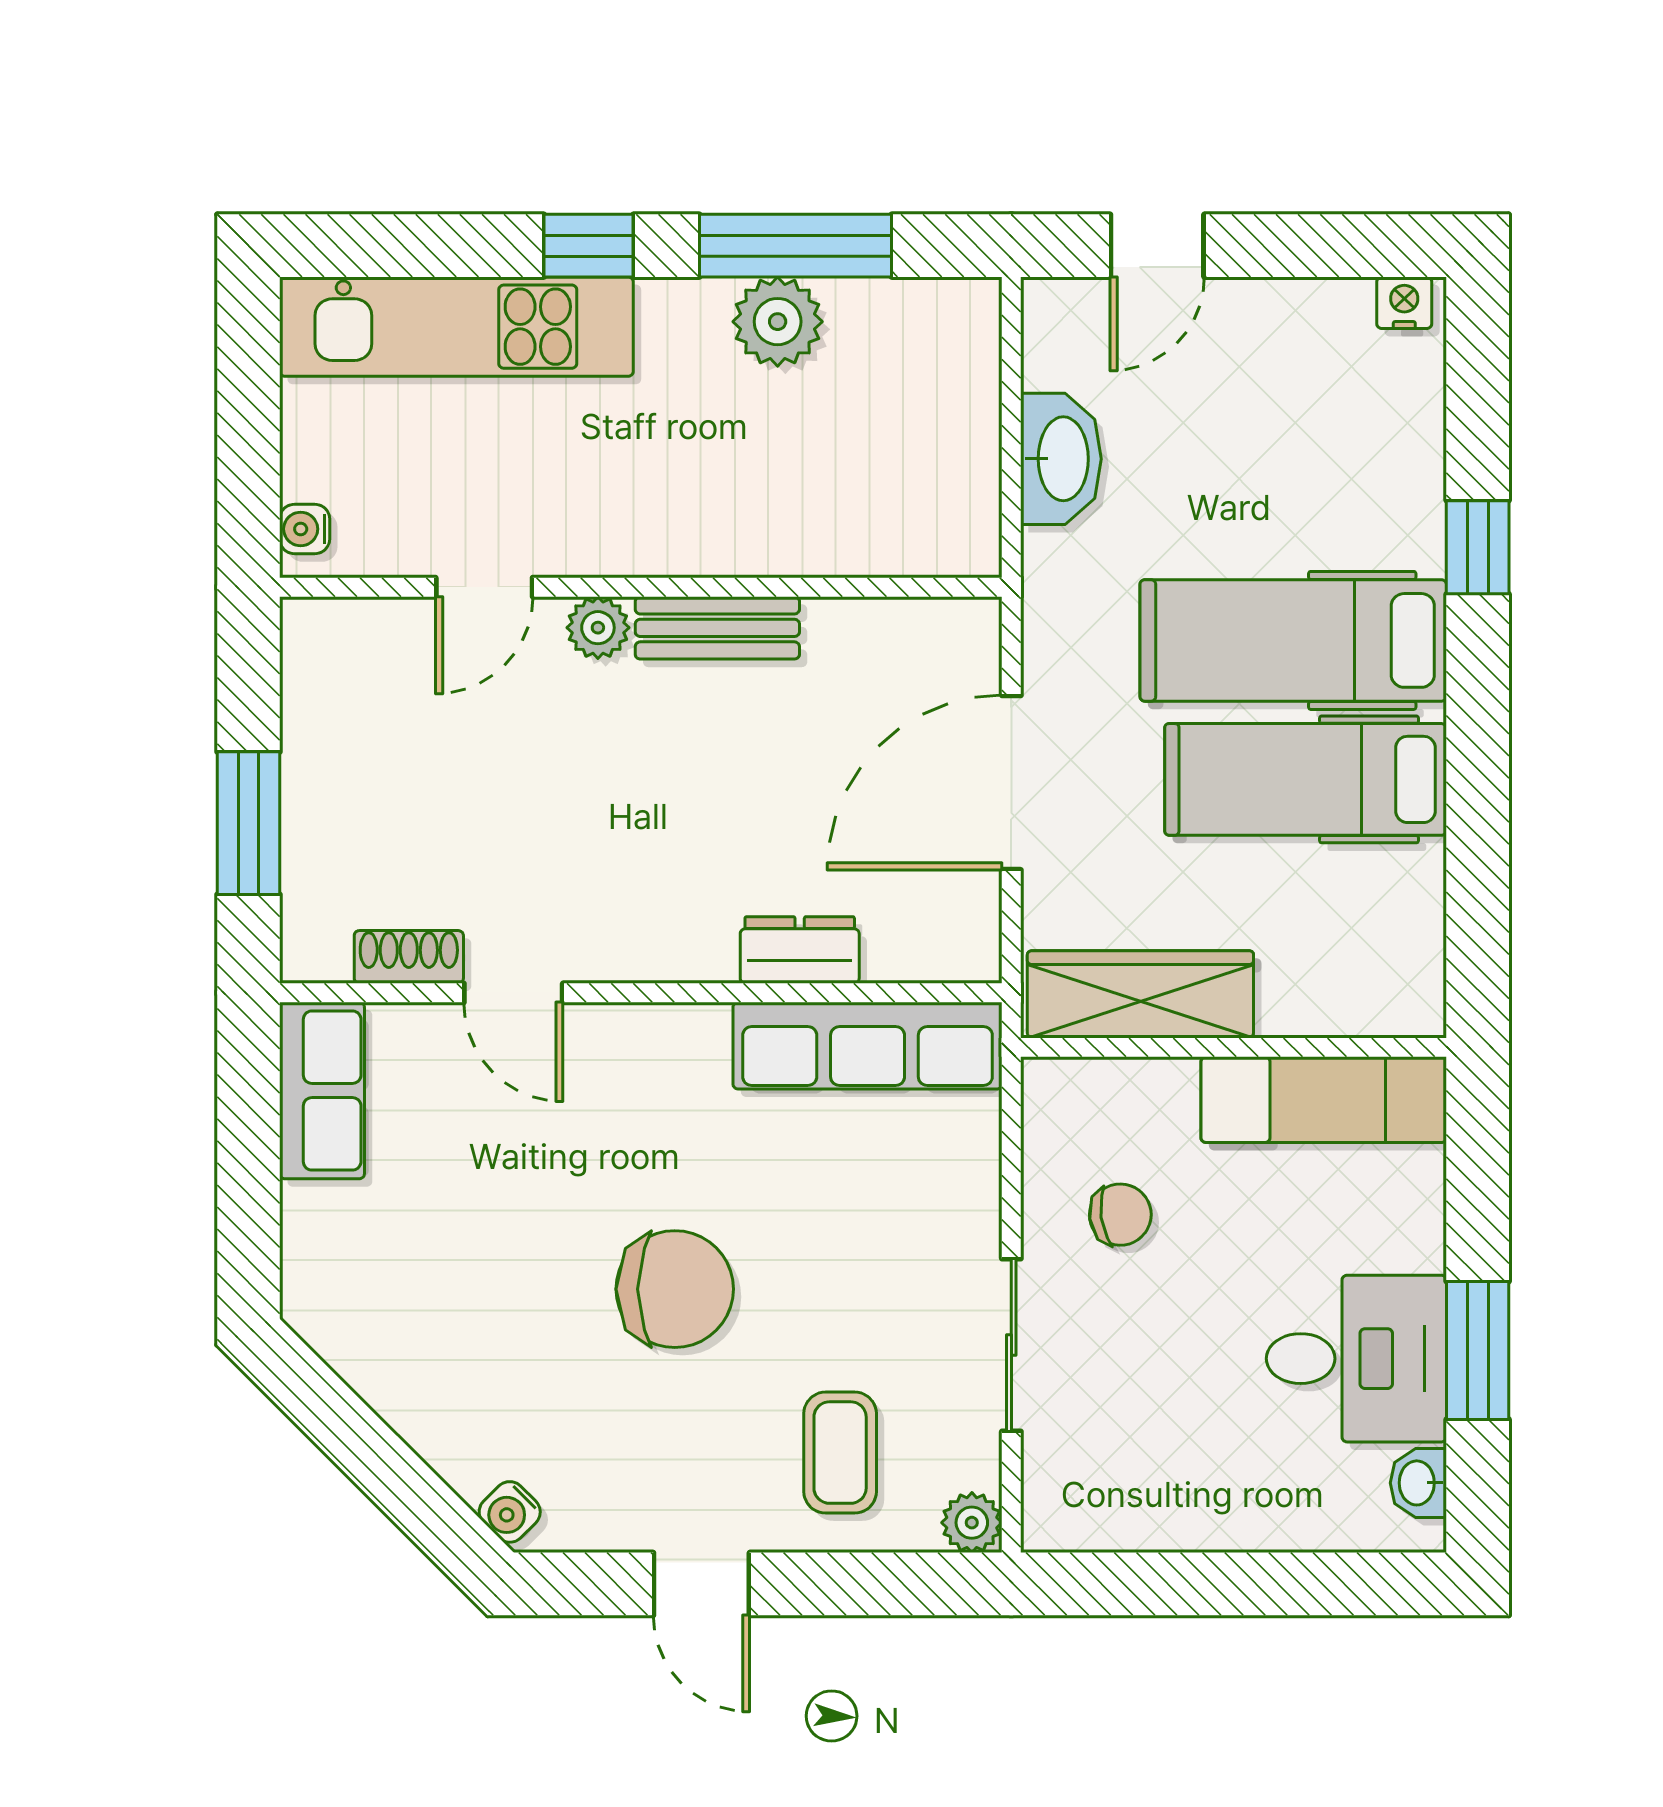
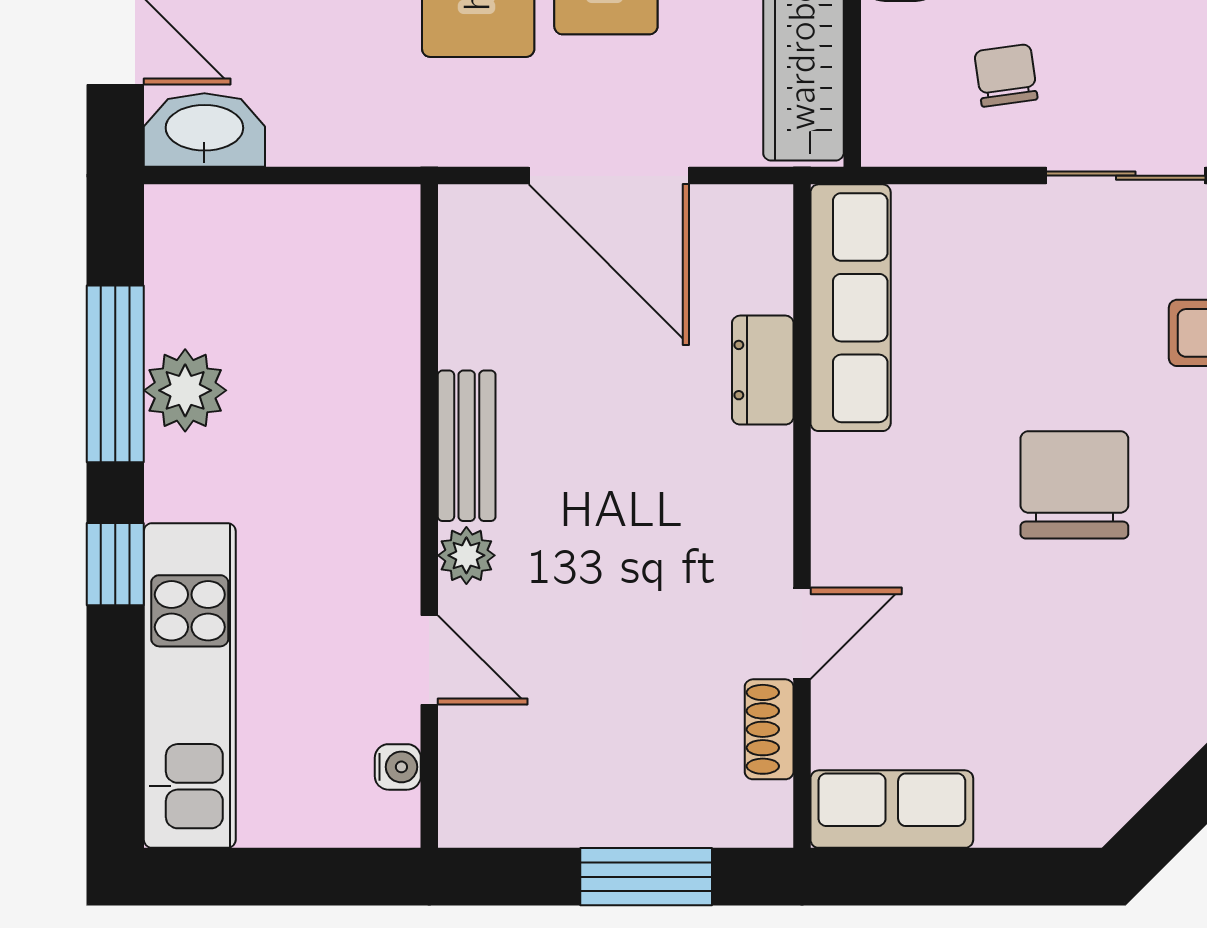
washbasin: (1061, 459) -> (204, 130), moved
water cooler: (305, 529) -> (398, 767), moved, turned -90

